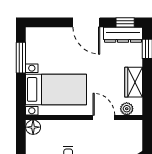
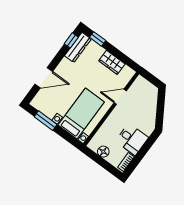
door: (86, 22) -> (44, 78), moved
plant: (127, 109) -> (125, 79), removed
floor lamp: (33, 127) -> (103, 152), moved

